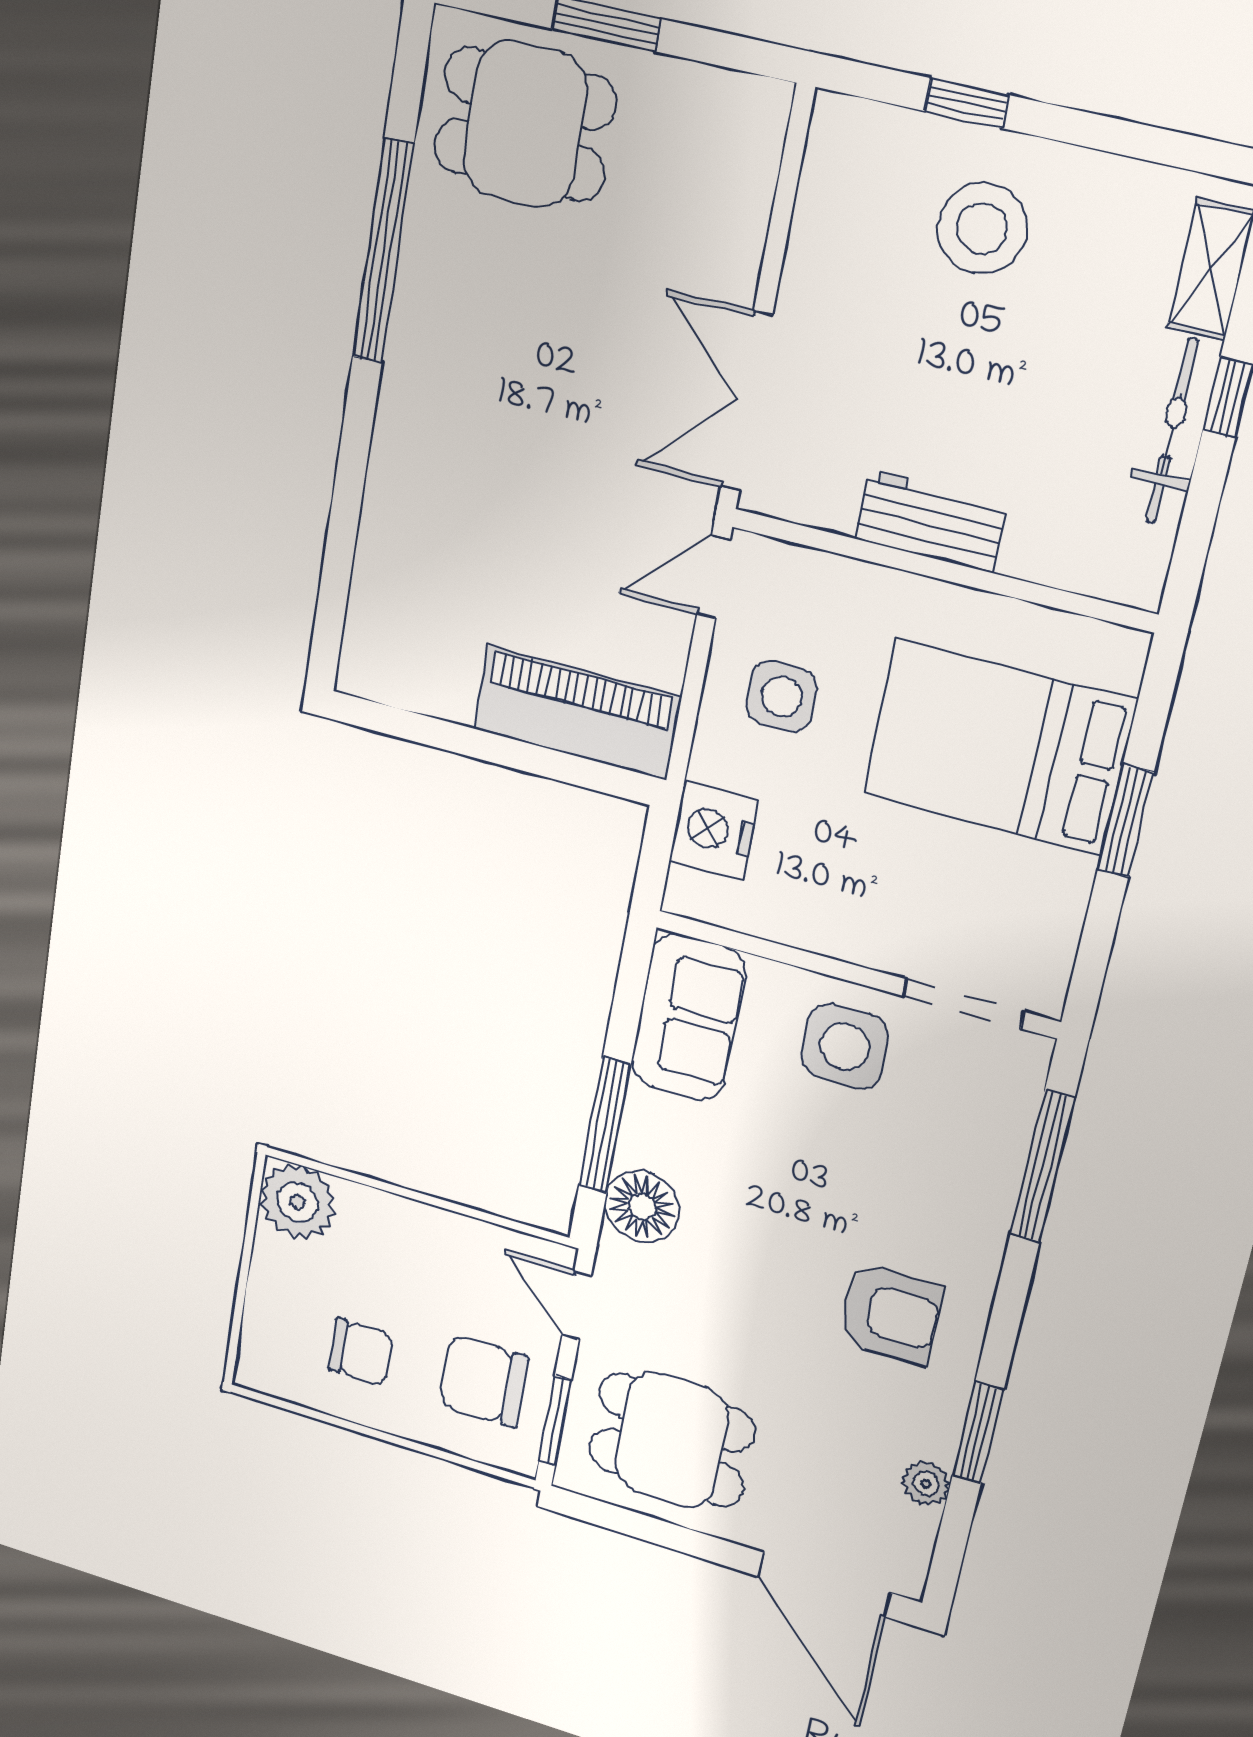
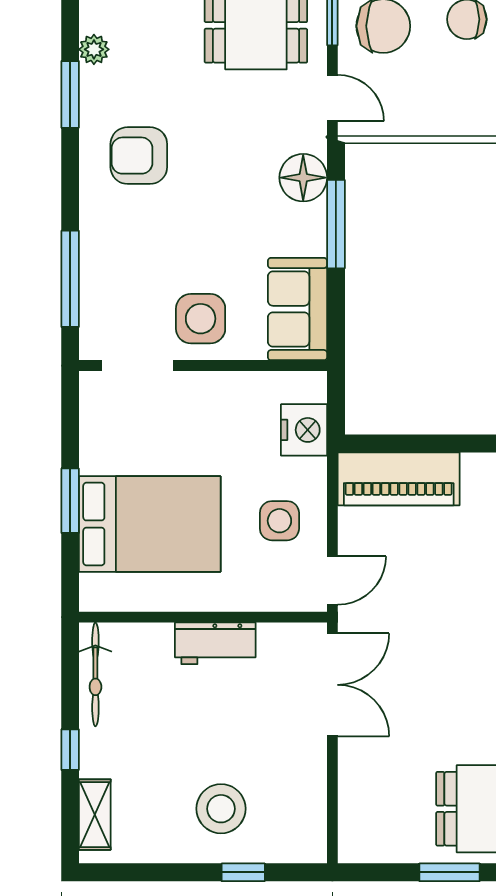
bicycle: (1172, 431) -> (95, 674), moved

